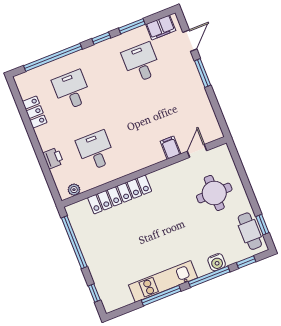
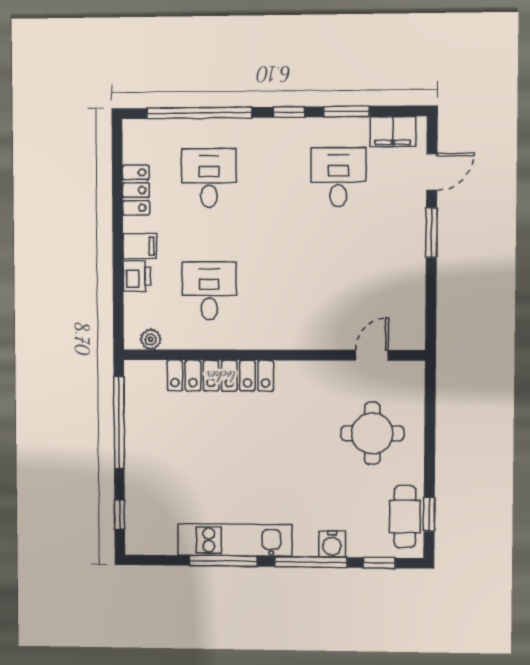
filing cabinet: (170, 148) -> (140, 246), moved, turned 90

